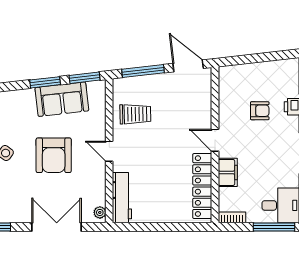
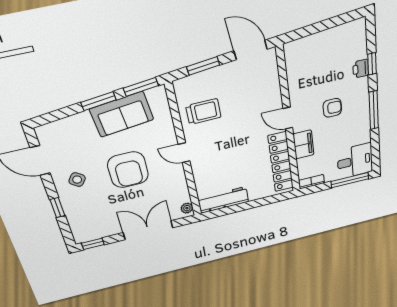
window: (143, 71) -> (203, 66), width x0.69
armchair: (260, 111) -> (332, 108), moved
workbench: (122, 198) -> (223, 200), moved, turned -90

